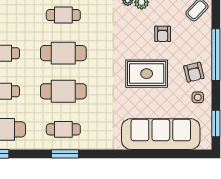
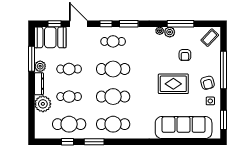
cafe table: (63, 129) -> (113, 124), width x1.37, depth x1.35
window: (65, 154) -> (94, 142), moved

